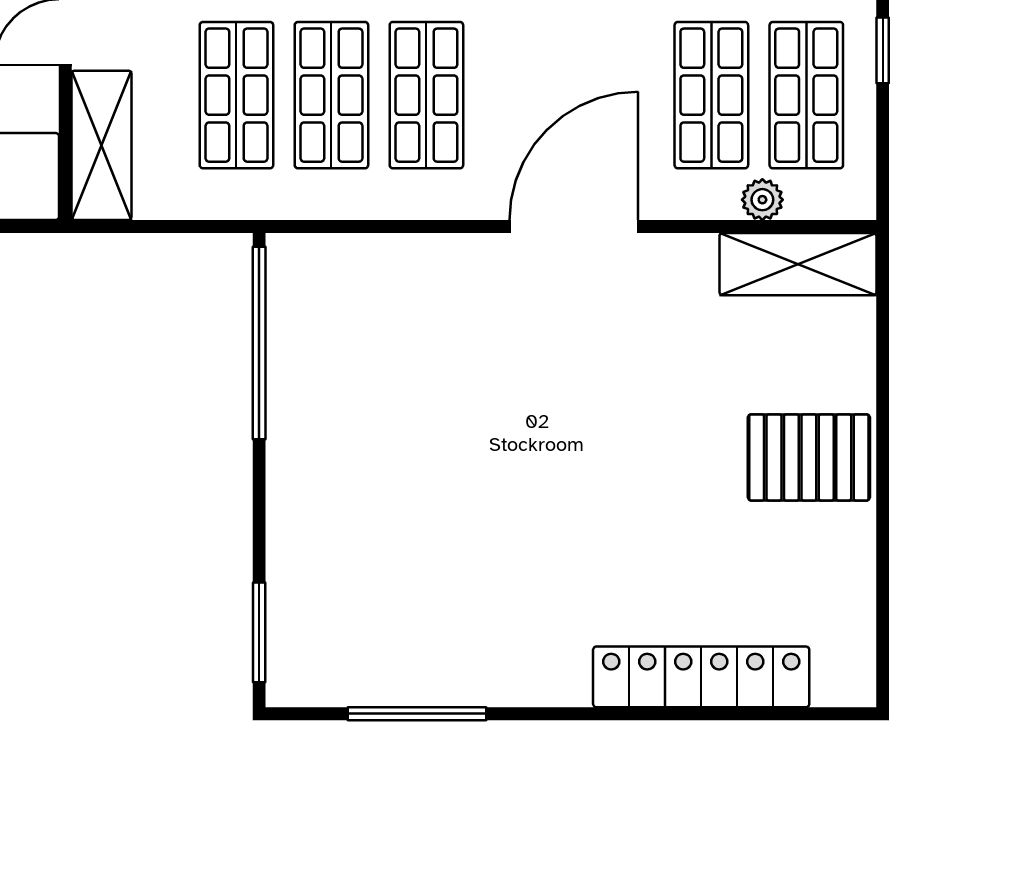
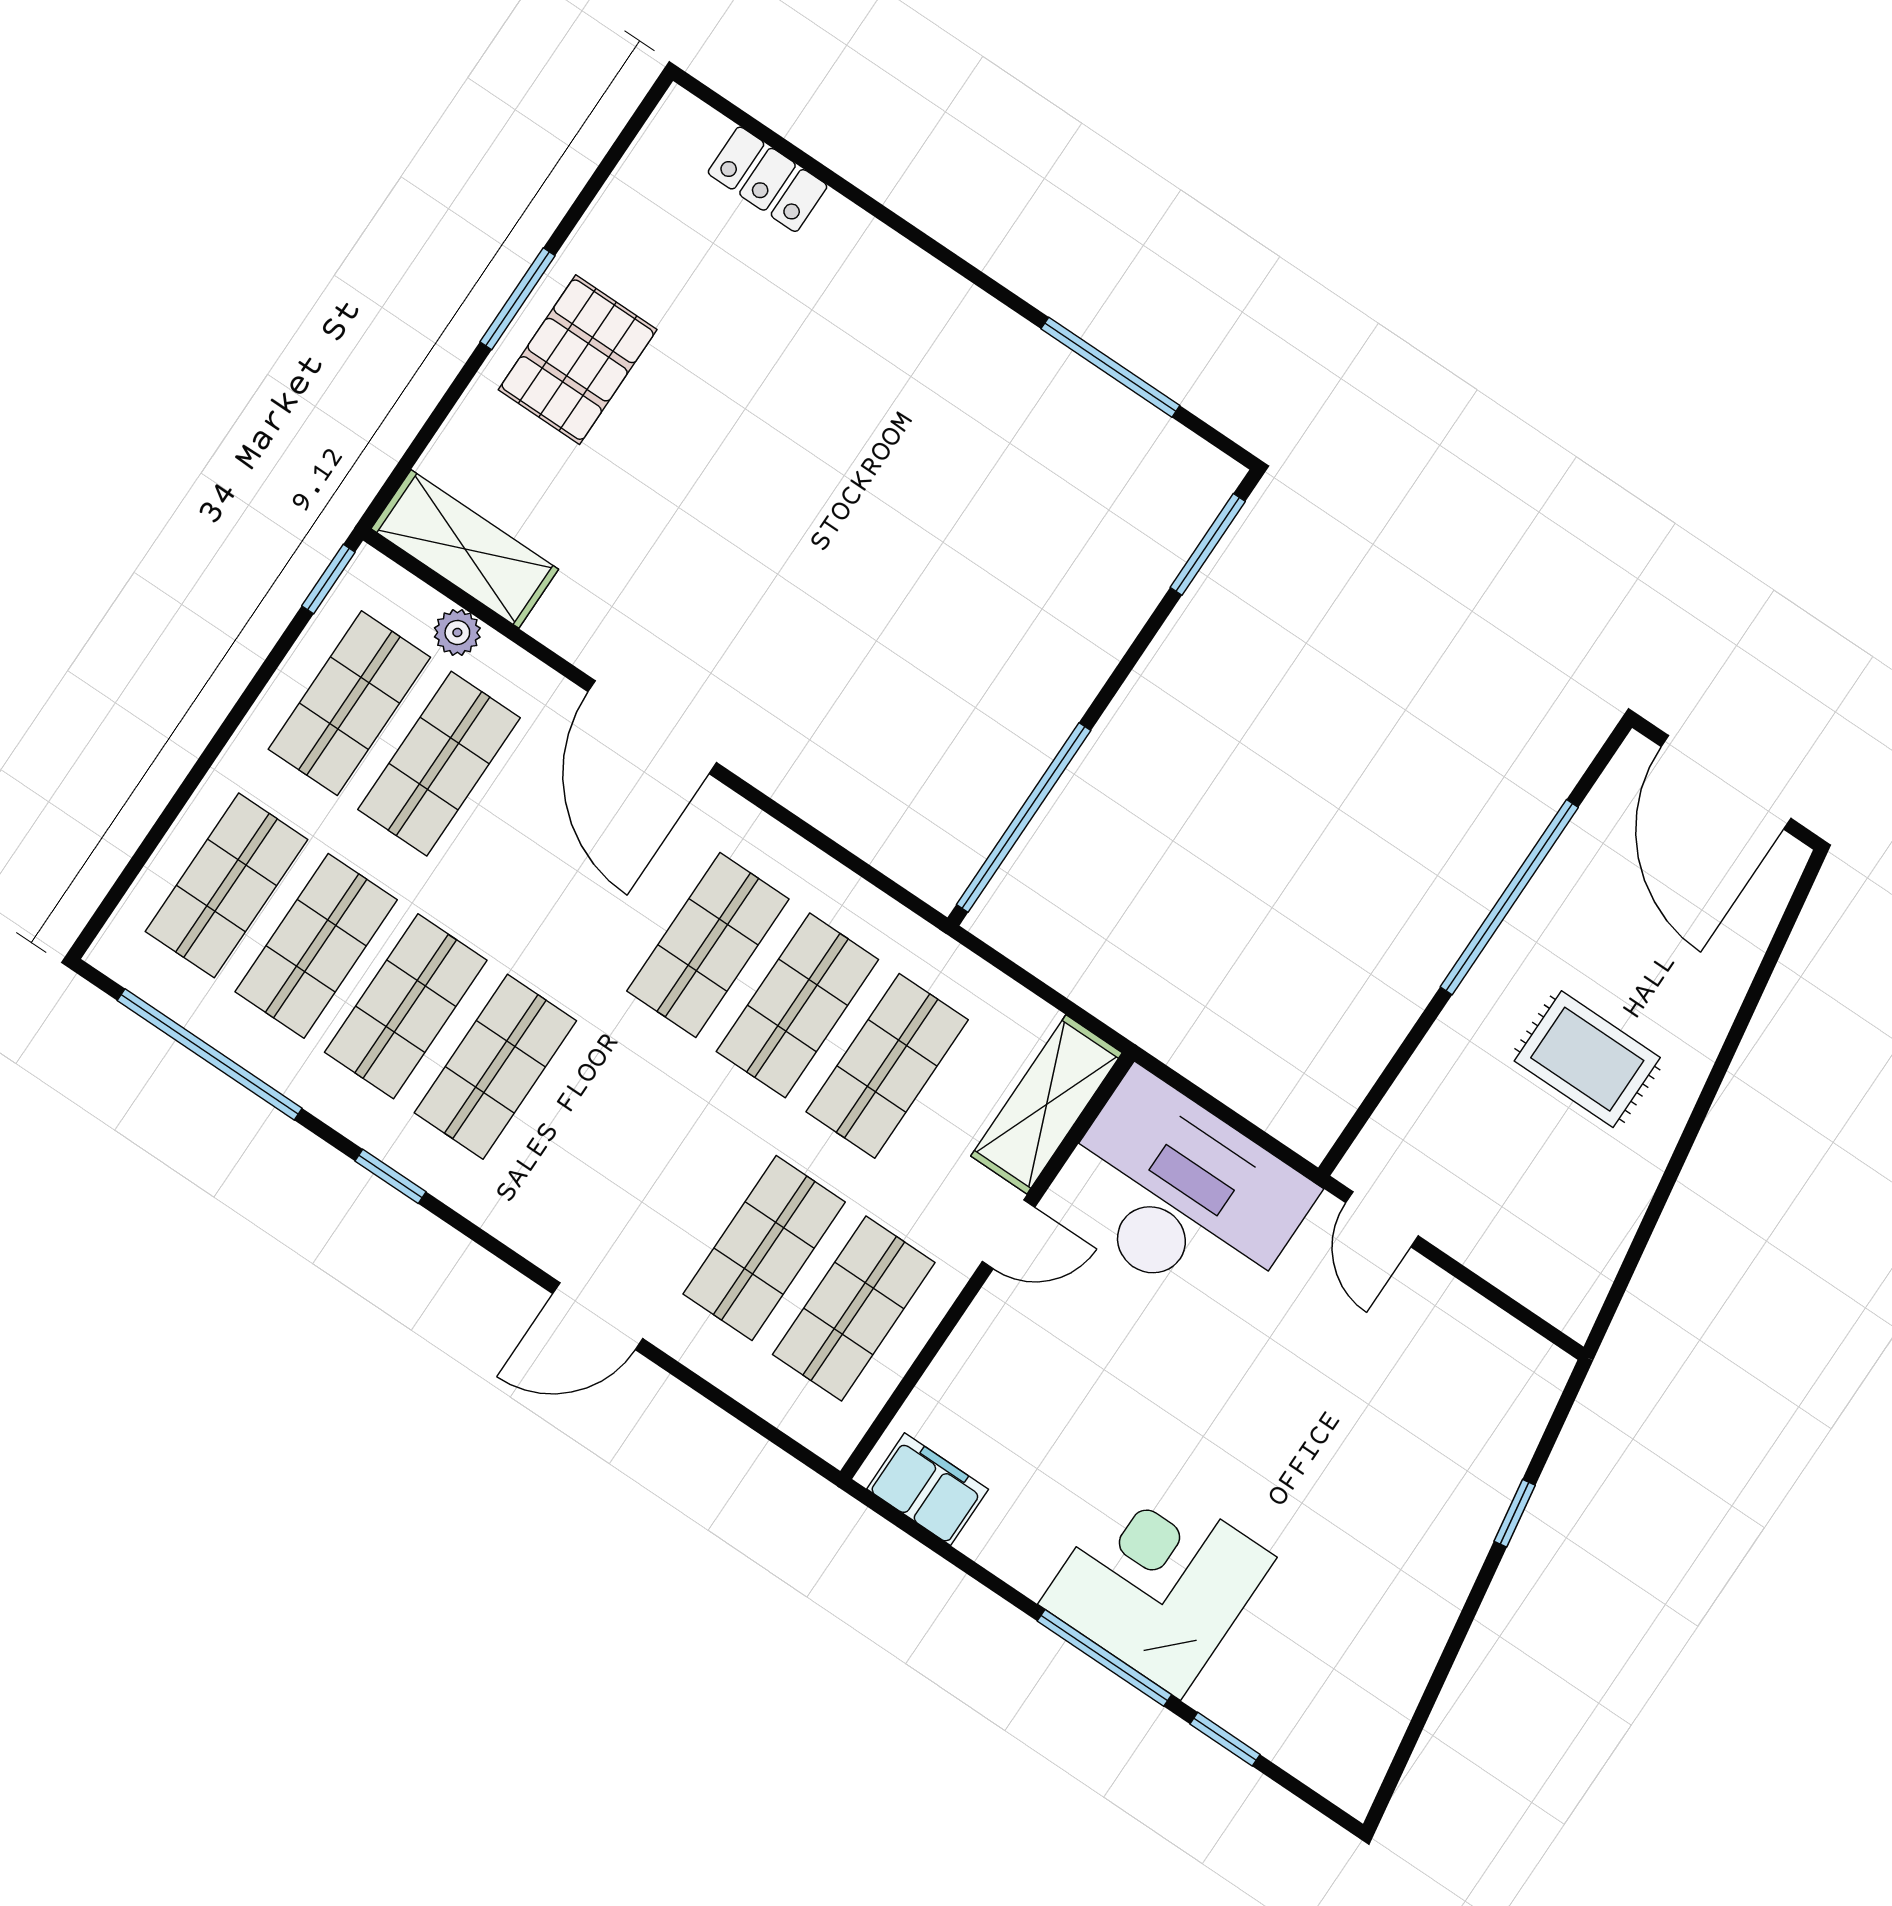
window: (883, 50) -> (328, 579), moved
door: (574, 226) -> (652, 727), hinge flipped
pallet: (809, 457) -> (578, 360), turned 90
window: (883, 472) -> (517, 299), added
locker: (701, 677) -> (768, 179), width x0.46, depth x0.83

